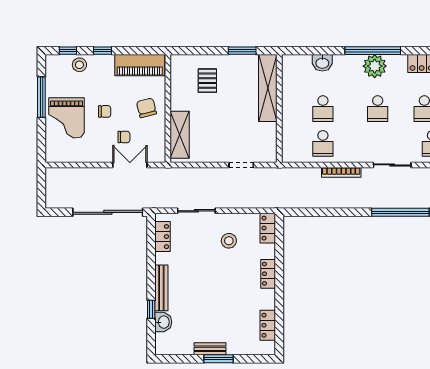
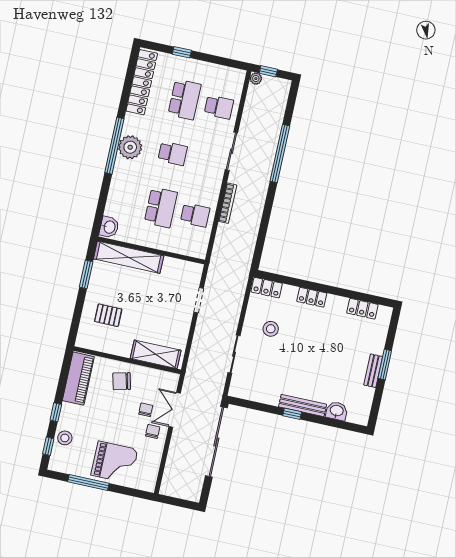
washbasin: (322, 63) -> (109, 227), moved
school desk: (323, 109) -> (161, 207), width x1.85
chair: (105, 111) -> (153, 431), moved
locker: (163, 237) -> (252, 393), removed
window: (151, 309) -> (292, 414), moved

